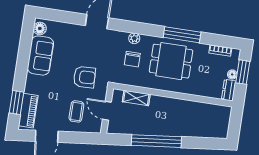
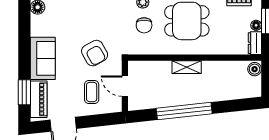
sofa: (40, 56) -> (43, 58), moved
armchair: (84, 77) -> (95, 53), turned 63
shelving: (136, 98) -> (187, 67), moved
boiler: (225, 113) -> (255, 69), added

